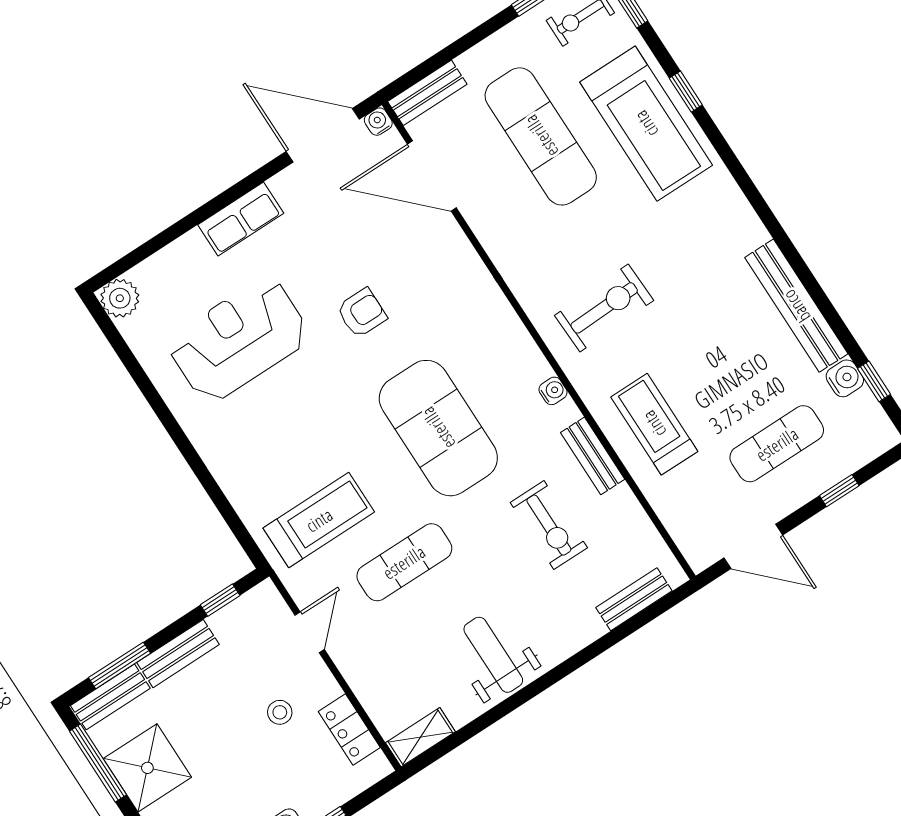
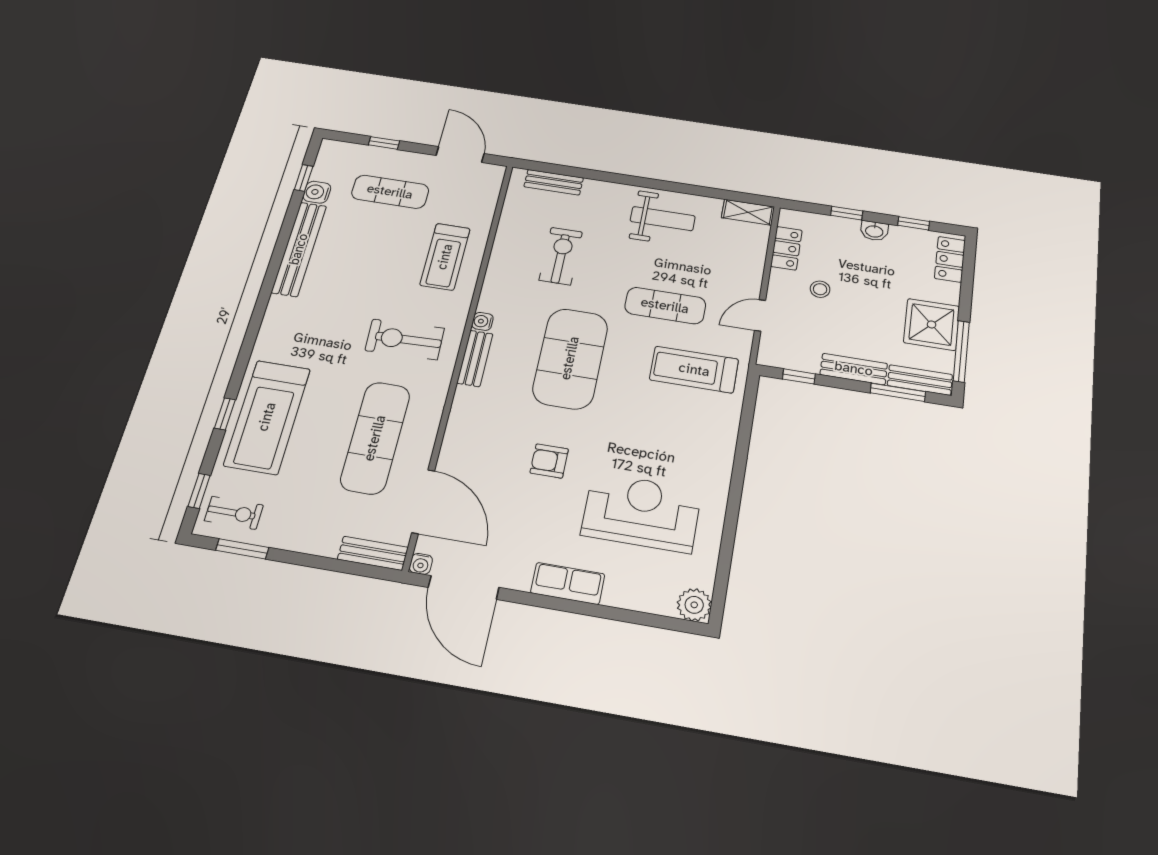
treadmill: (646, 124) -> (267, 417), turned 180
exercise mat: (541, 136) -> (375, 438), moved
reception desk: (239, 340) -> (642, 512), turned 180
bench: (593, 456) -> (475, 358), moved
weight bench: (493, 655) -> (663, 219), turned -90

